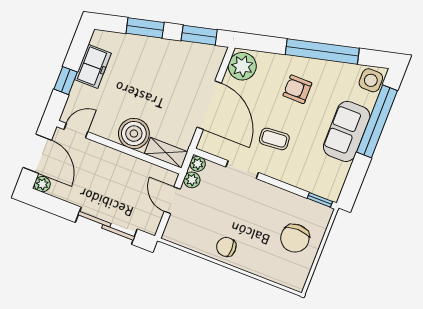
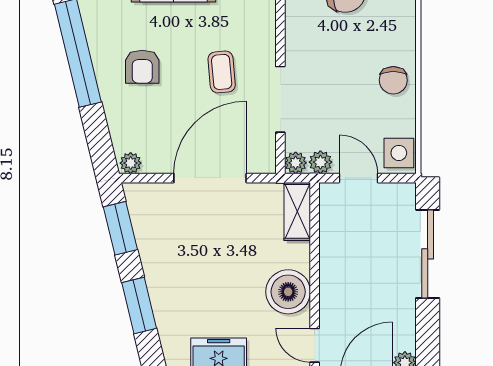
plant: (242, 66) -> (131, 163), width x0.53, depth x0.53
boiler: (134, 134) -> (288, 292), moved
doorway: (242, 170) -> (280, 99), width x1.38
door: (172, 200) -> (358, 178), swing flipped
side table: (178, 232) -> (399, 153), added

